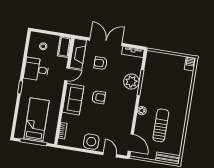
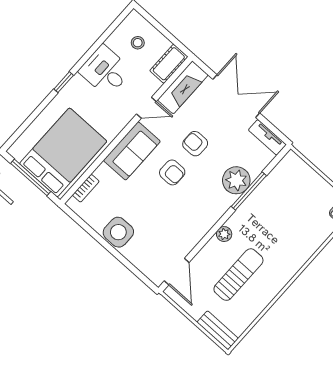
armchair: (101, 63) -> (195, 144), moved
bed: (36, 120) -> (63, 152), width x1.50
door: (110, 155) -> (134, 270), removed

